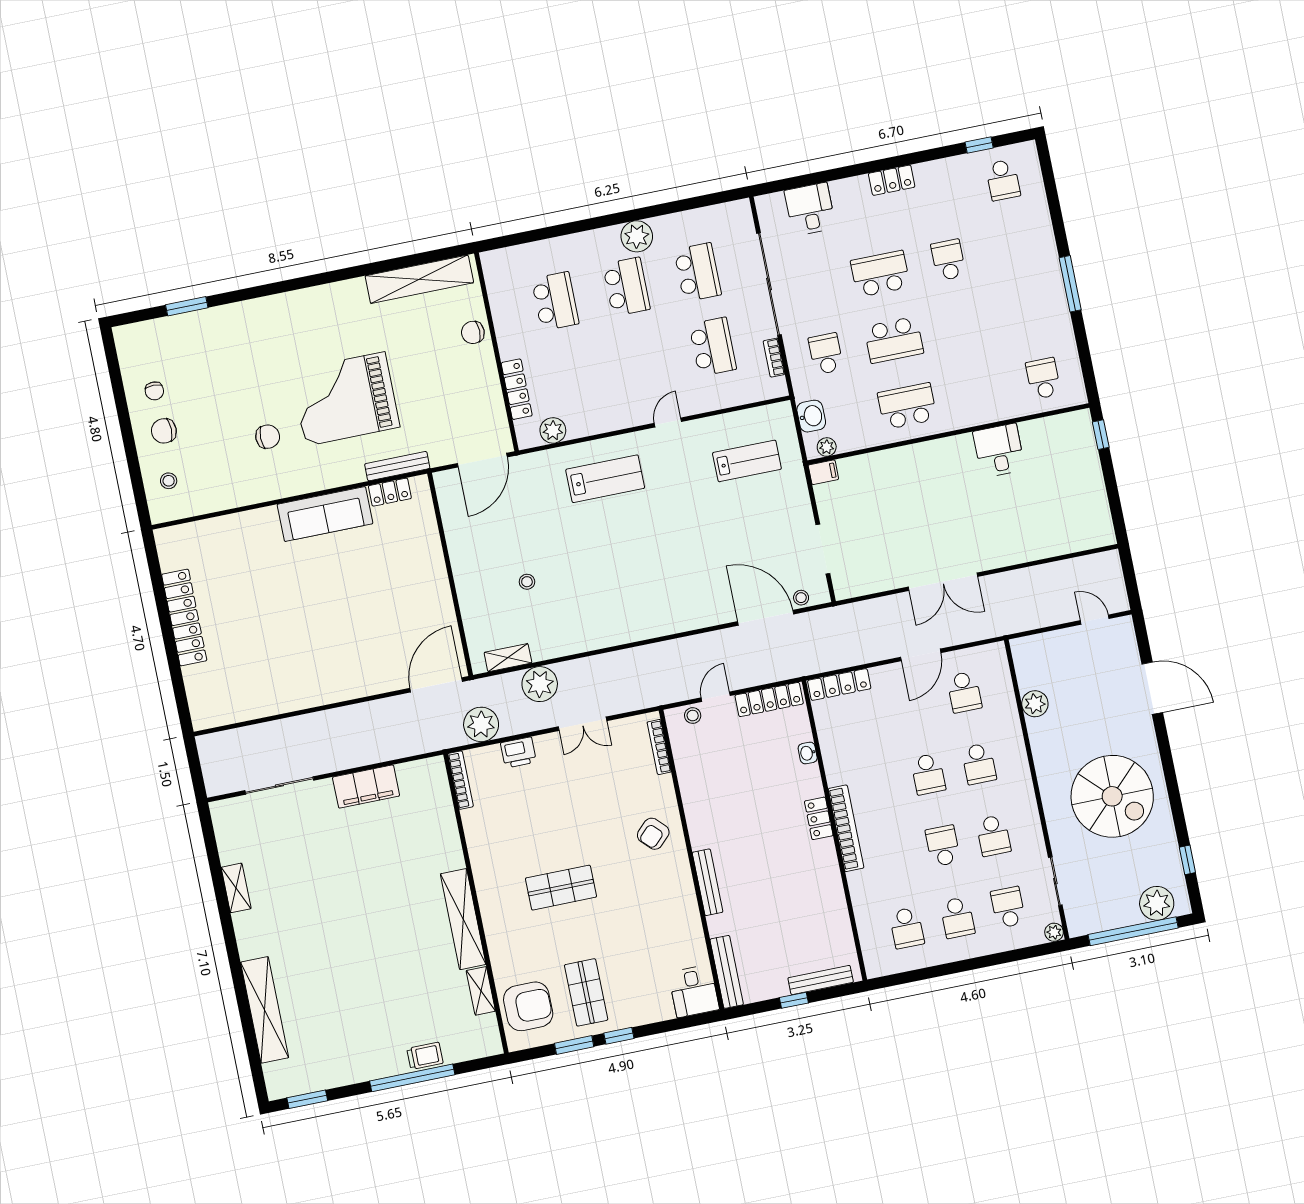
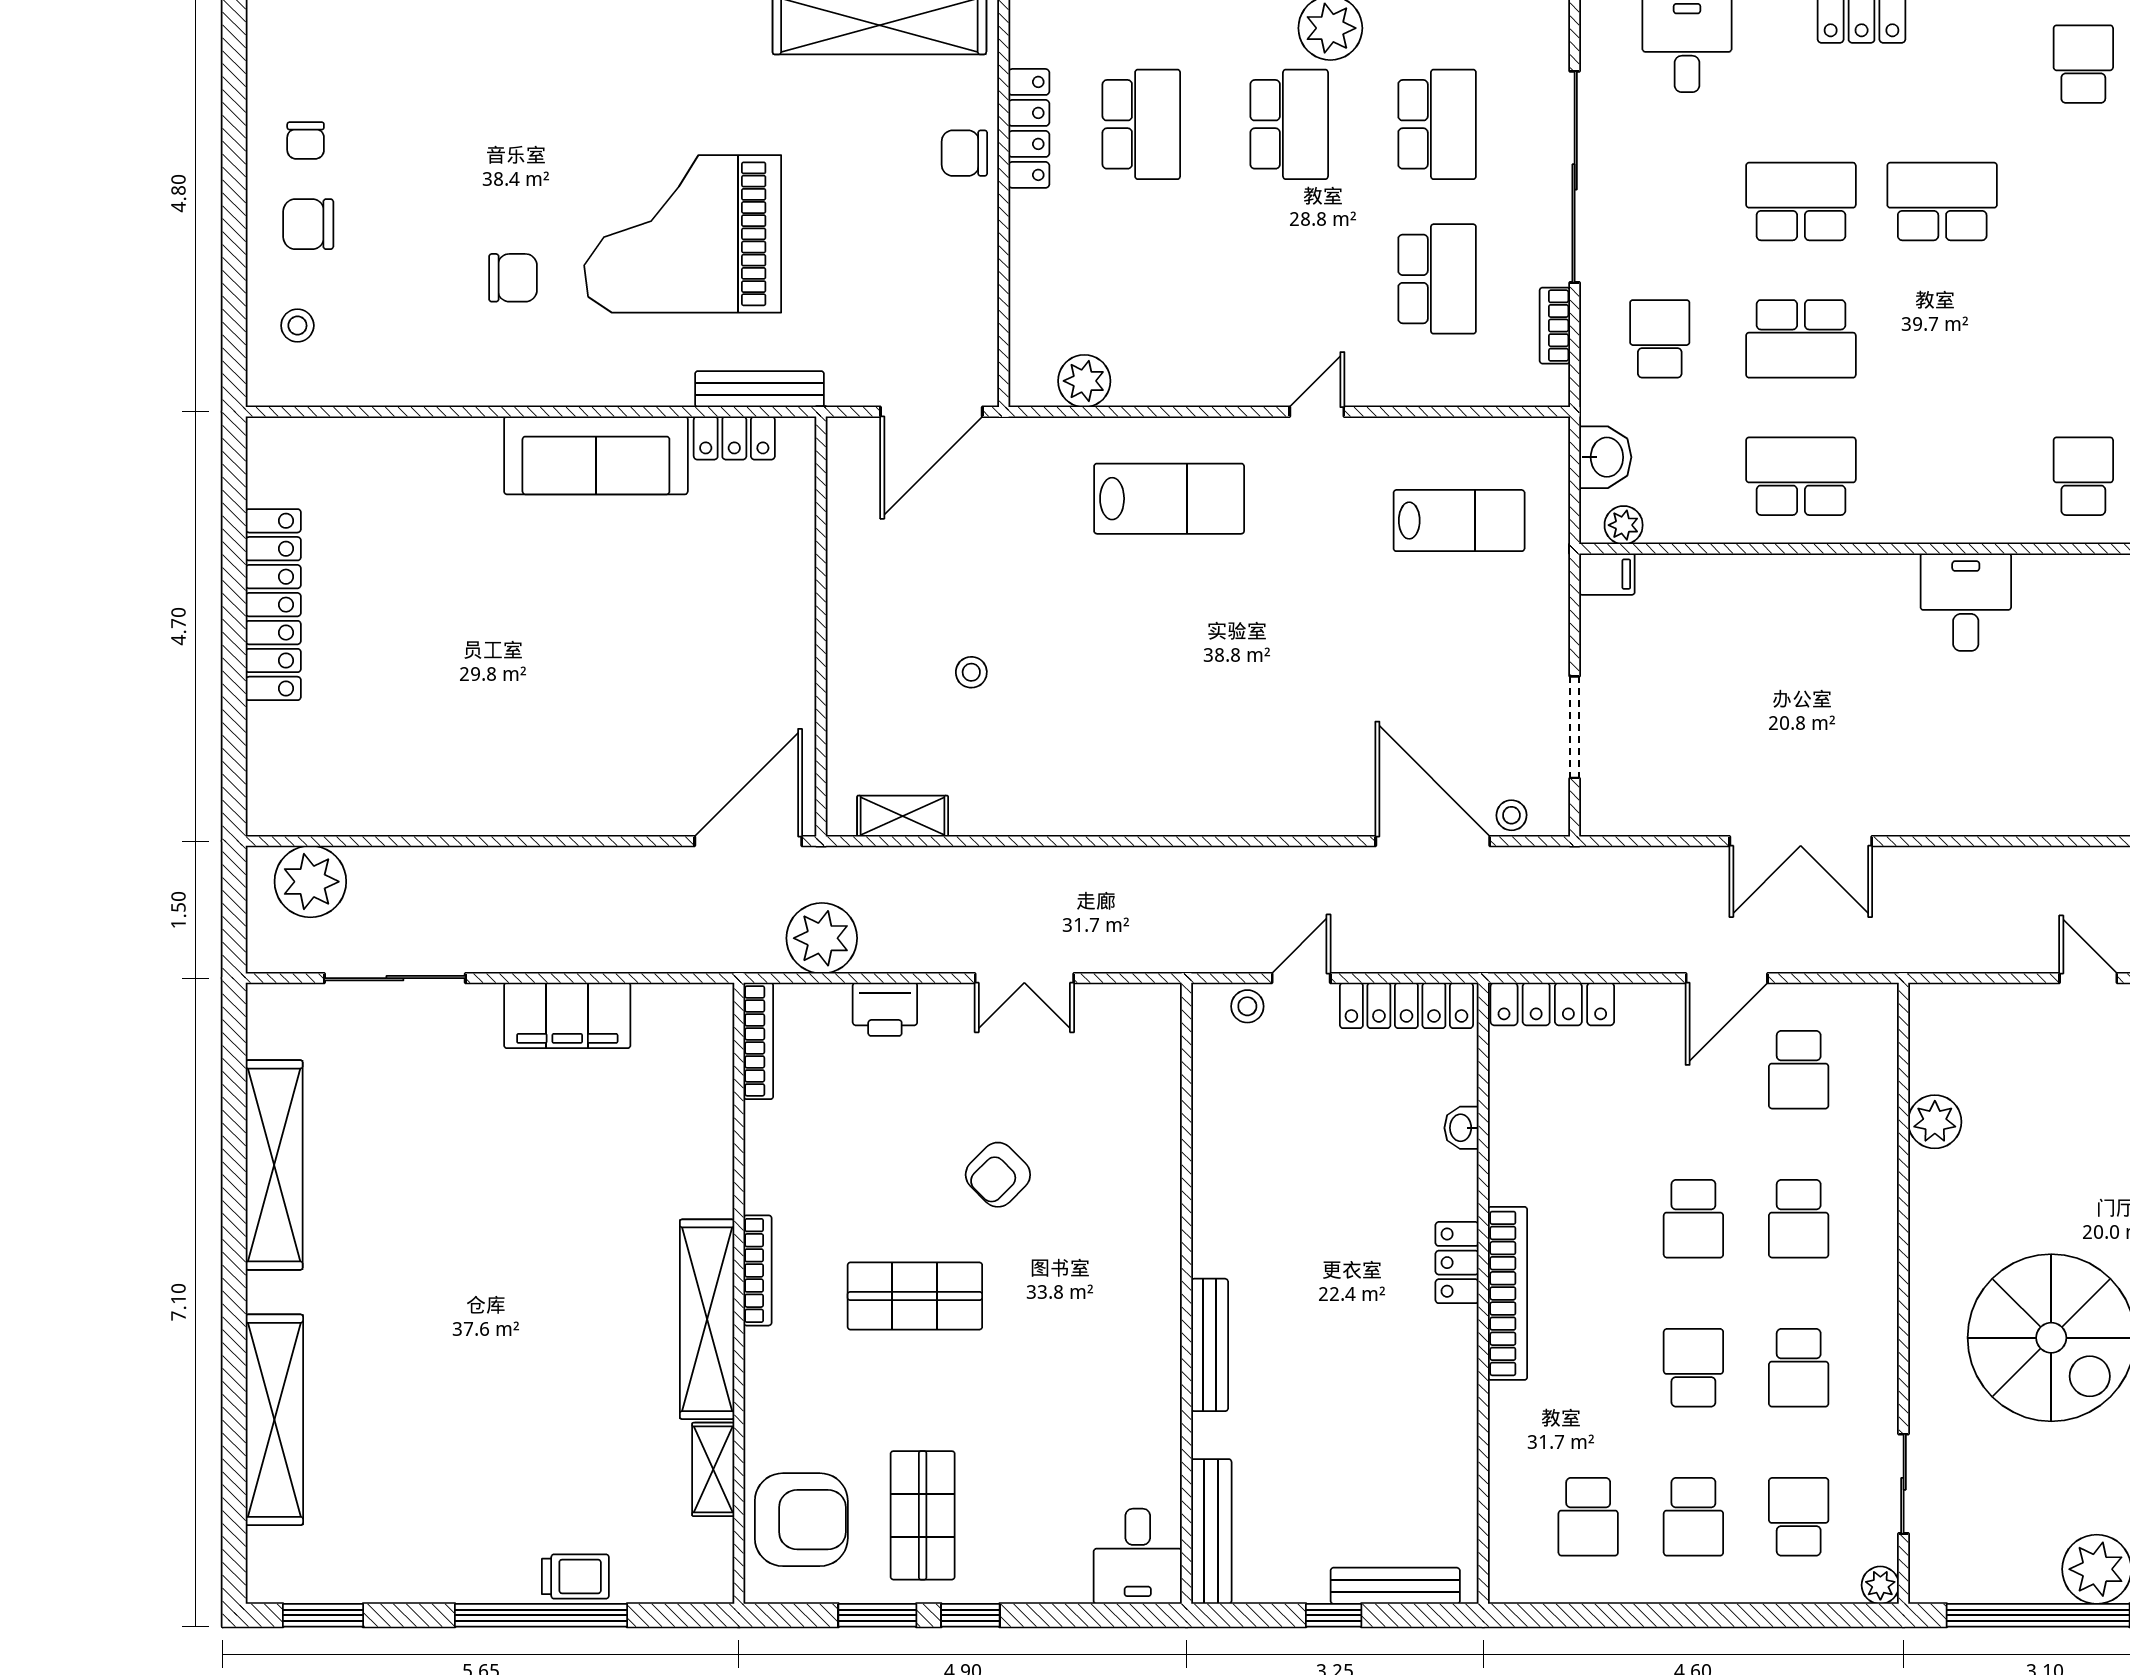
school desk: (1003, 180) -> (2083, 64), turned 180
school desk: (948, 260) -> (1942, 201), width x1.85
locker: (517, 389) -> (1029, 128), moved
plant: (540, 684) -> (310, 882), moved
bookcase: (659, 747) -> (757, 1270), moved, turned 180
armchair: (653, 834) -> (998, 1175), moved
shelving: (236, 888) -> (274, 1165), width x2.20, depth x1.33

